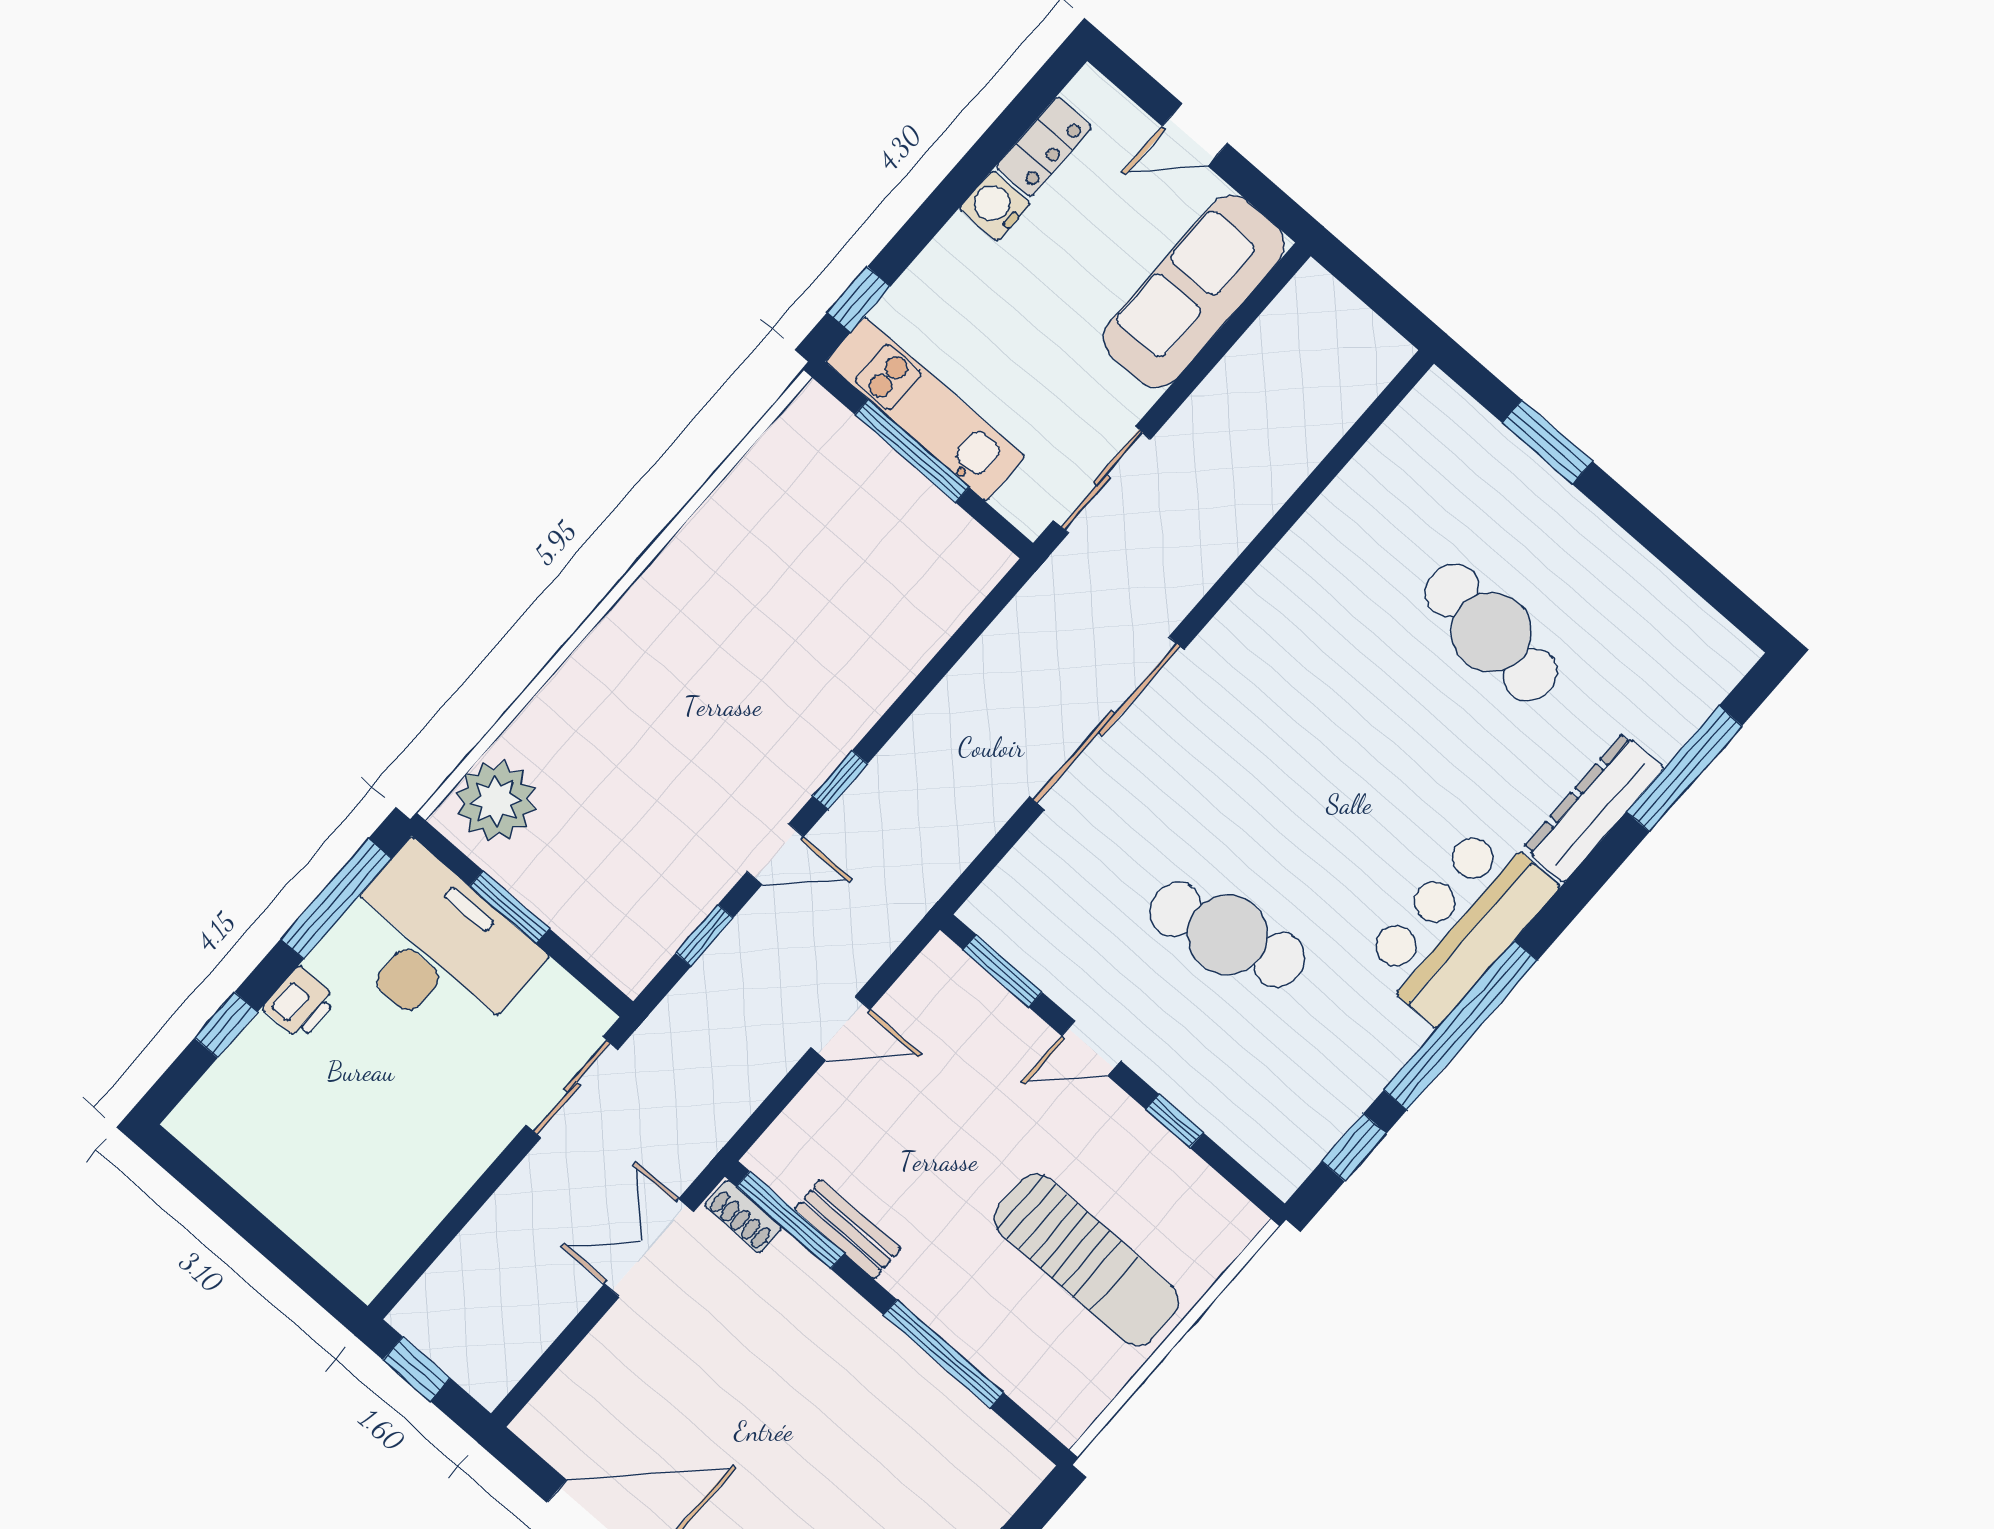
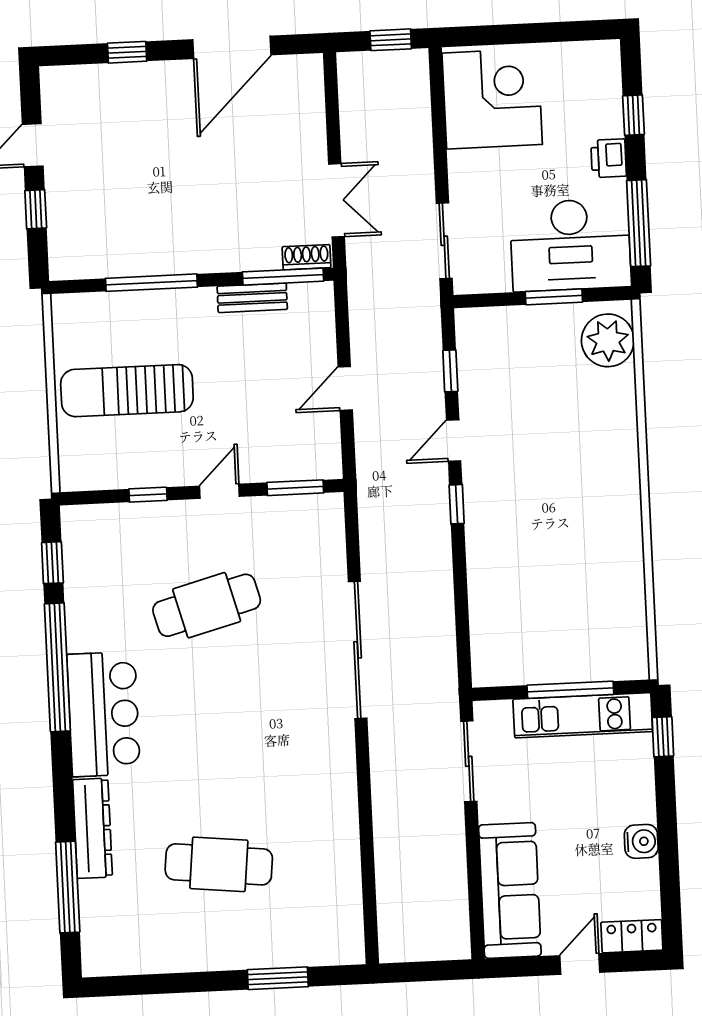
locker: (1044, 147) -> (632, 936), moved, turned 90
corner desk: (366, 1194) -> (492, 99), added

